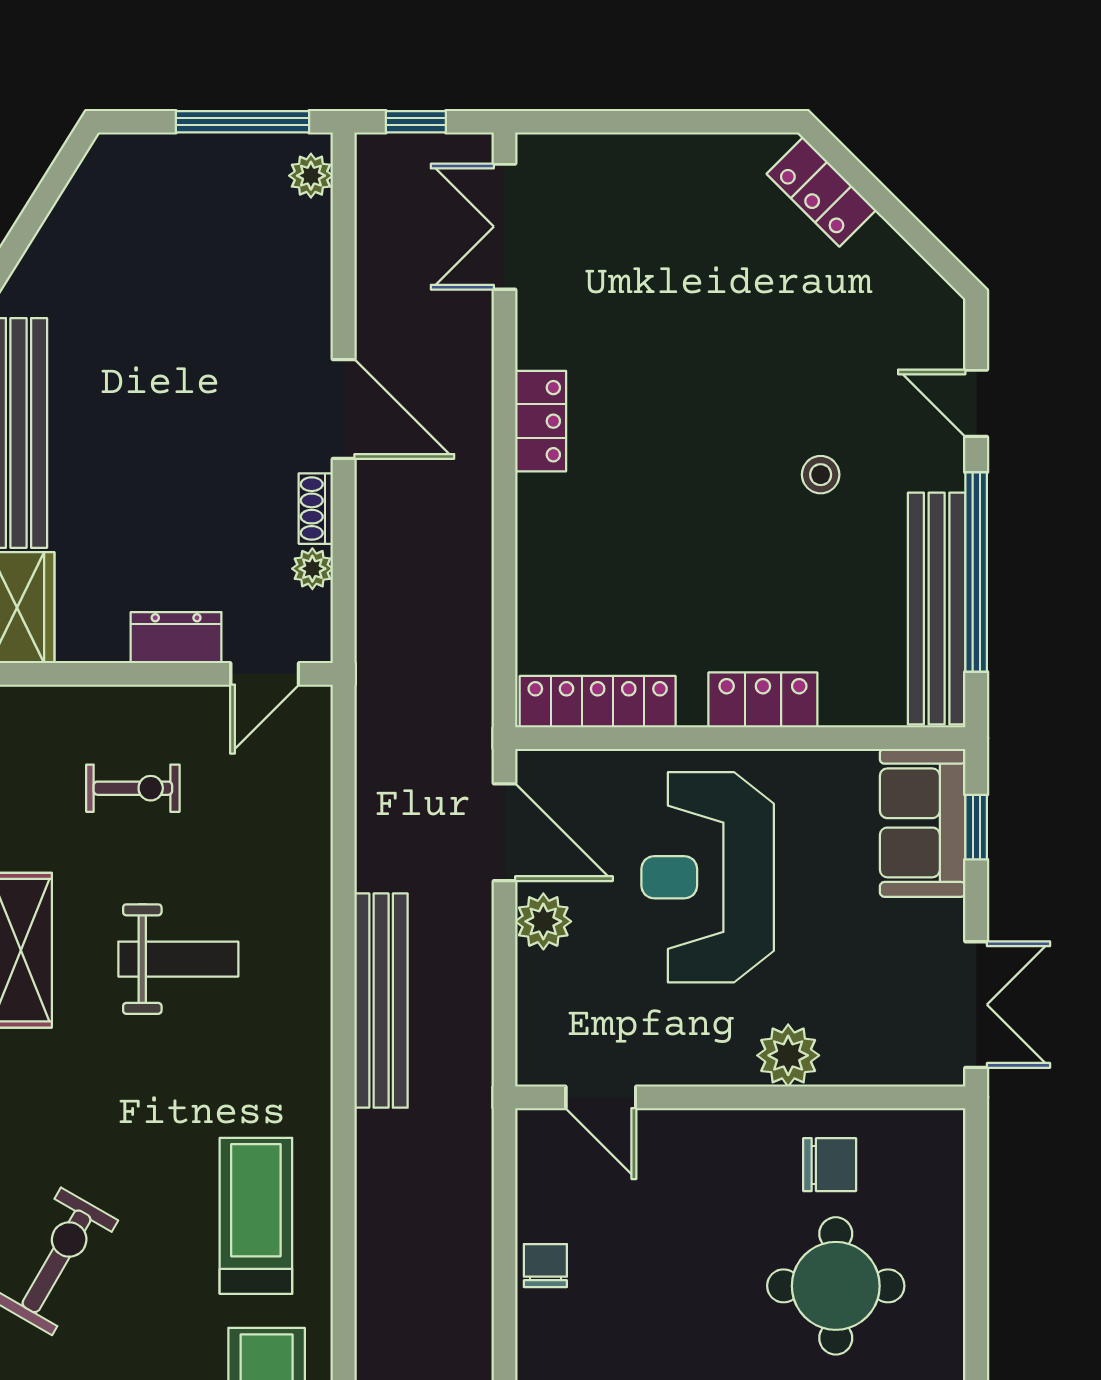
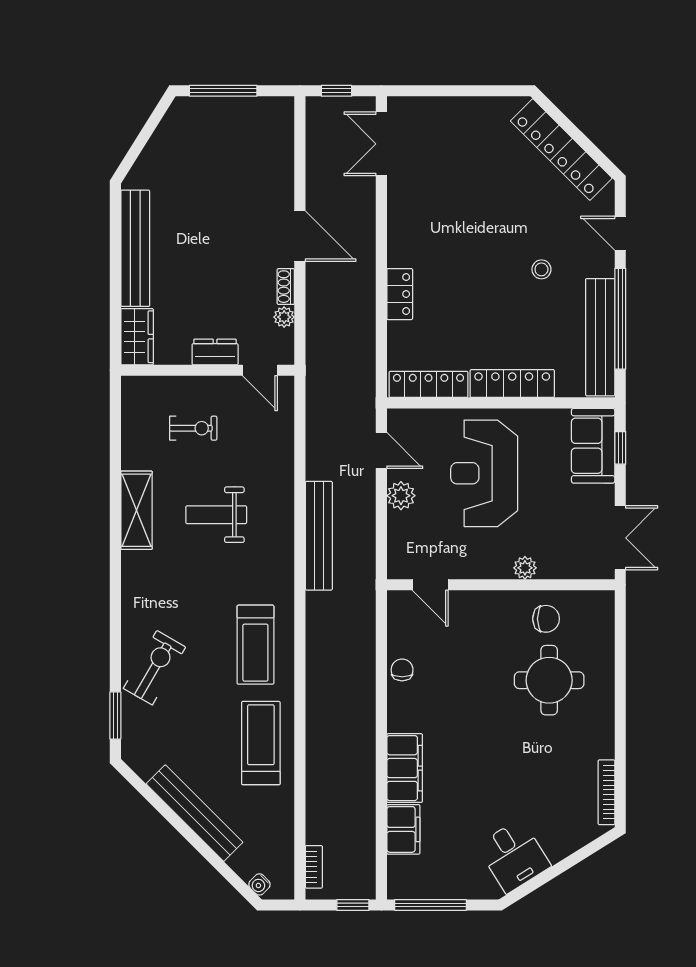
window: (242, 122) -> (223, 91), moved
plant: (311, 176) -> (283, 118), removed
locker: (821, 192) -> (561, 150), width x2.16, depth x1.21
locker: (541, 421) -> (400, 294), moved
door: (265, 674) -> (260, 370), hinge flipped
locker: (763, 700) -> (512, 383), width x1.53
door: (504, 832) -> (381, 450), width x0.73
weight bench: (178, 959) -> (216, 515), turned 180
plant: (788, 1055) -> (525, 568), width x0.73, depth x0.73
treadmill: (256, 1216) -> (255, 645), turned 180

